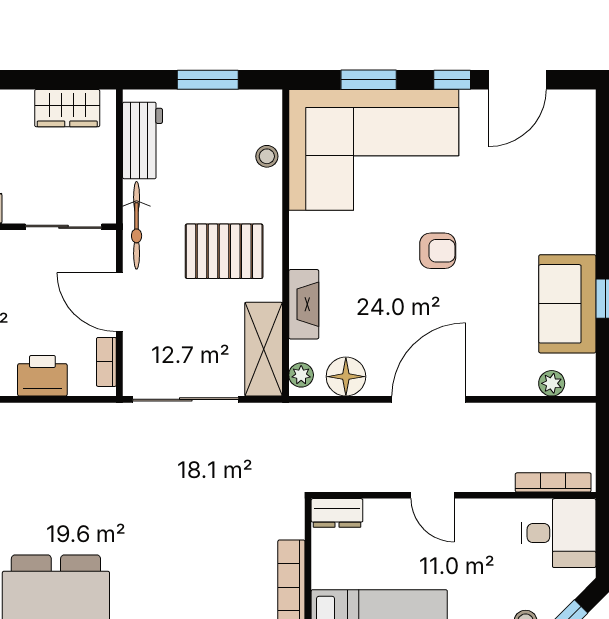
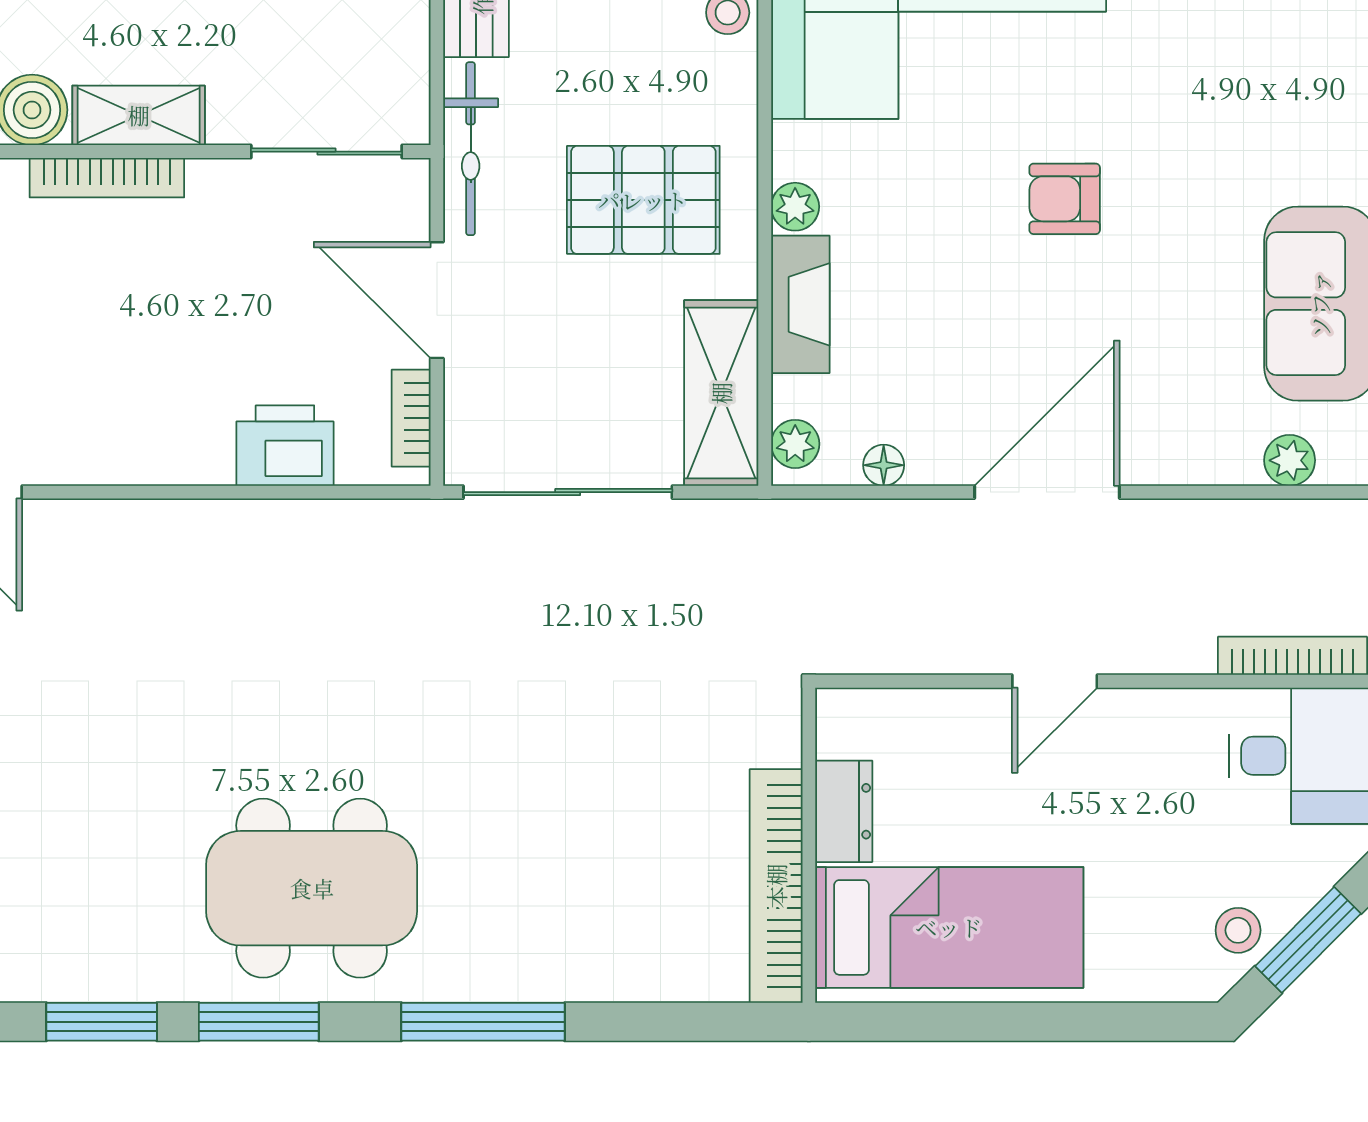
armchair: (438, 251) -> (1065, 199), turned 180
plant: (301, 255) -> (795, 207), added
floor lamp: (346, 377) -> (884, 465), width x0.53, depth x0.53
door: (433, 495) -> (1055, 681), hinge flipped
dresser: (337, 513) -> (844, 811), moved, turned -90

